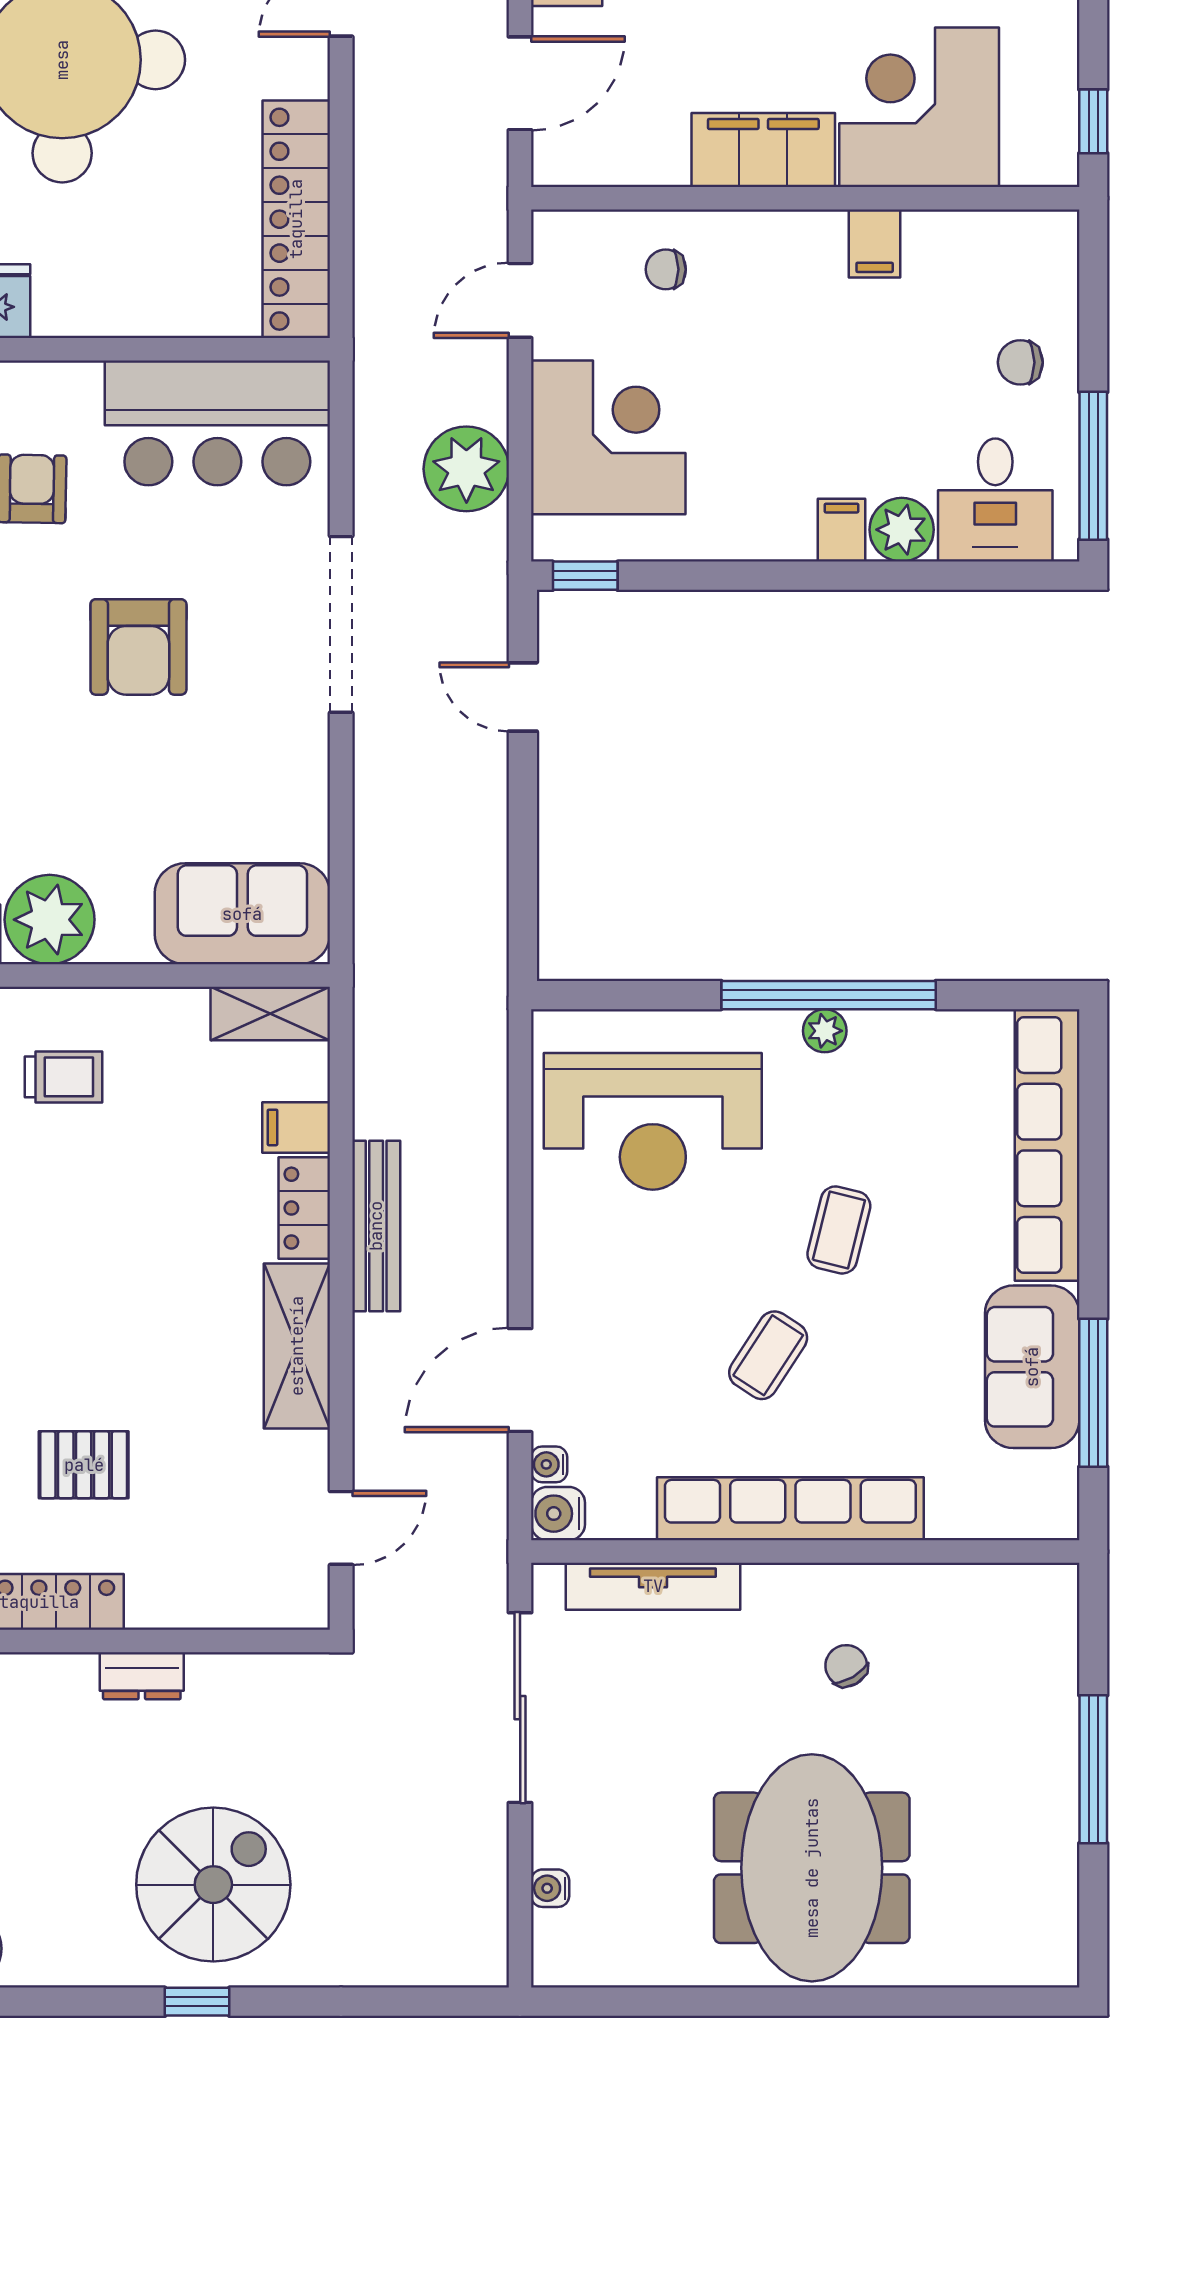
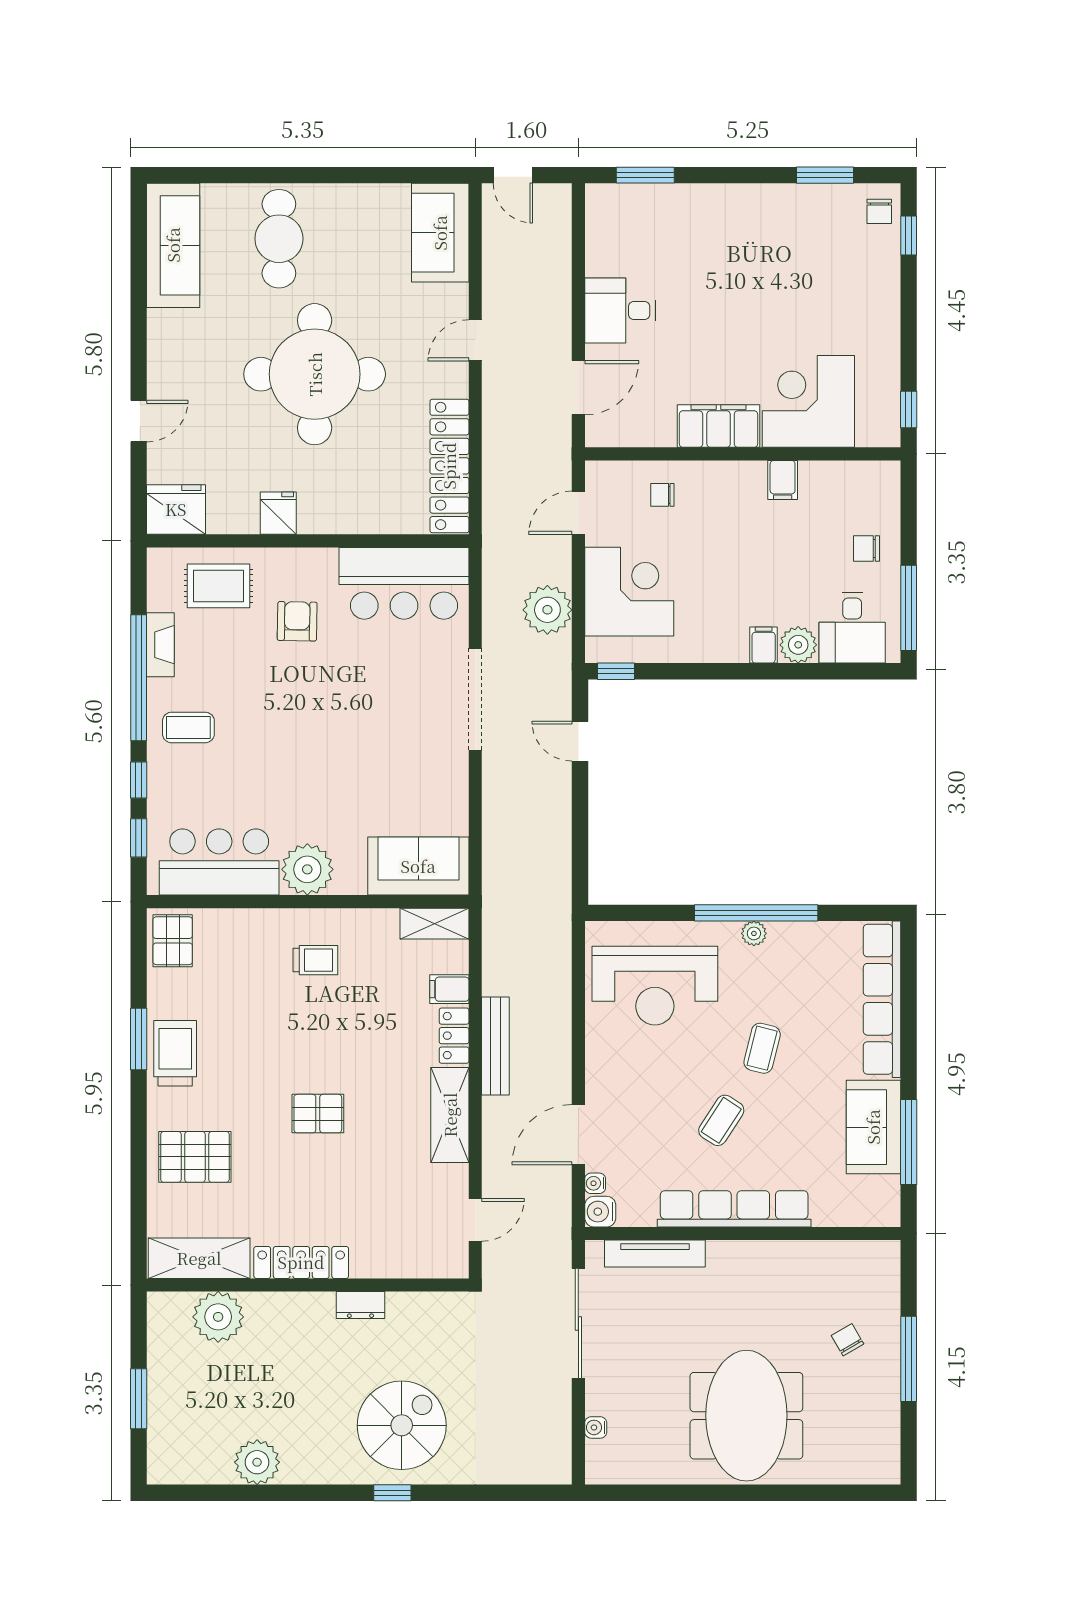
armchair: (138, 647) -> (359, 712), removed
pallet: (84, 1465) -> (318, 1114), moved
chair: (846, 1666) -> (848, 1340), moved

